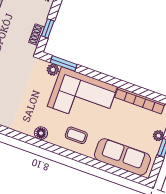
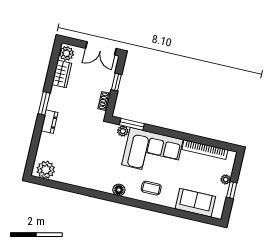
window: (48, 28) -> (116, 82), moved
sofa: (122, 157) -> (195, 203), width x0.73

